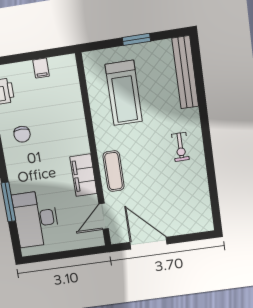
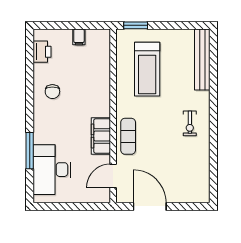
window: (136, 39) -> (136, 25), moved

